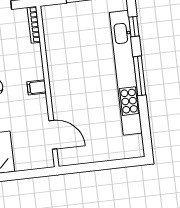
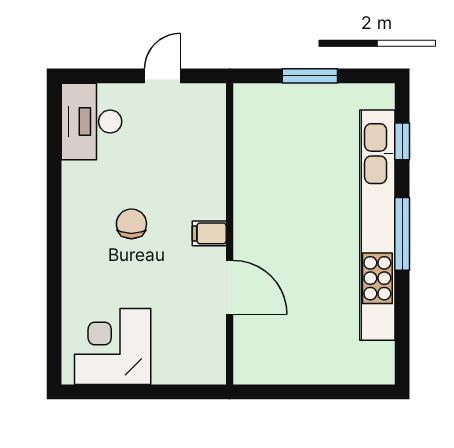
bookcase: (34, 25) -> (217, 117), removed
door: (53, 135) -> (230, 287), moved

